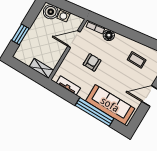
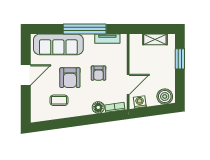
washing machine: (64, 15) -> (140, 102), moved
shelving: (41, 68) -> (155, 39), moved
armchair: (117, 73) -> (70, 78), added
window: (95, 112) -> (85, 29), moved

